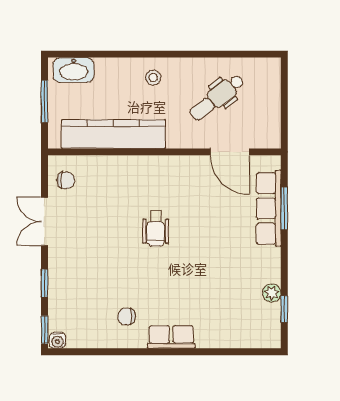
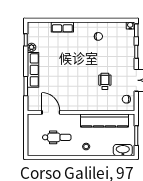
dental chair: (217, 97) -> (57, 137), turned 38
row of seats: (269, 208) -> (33, 70), moved
wheelchair: (156, 228) -> (105, 81), moved
row of seats: (171, 337) -> (62, 27), moved

